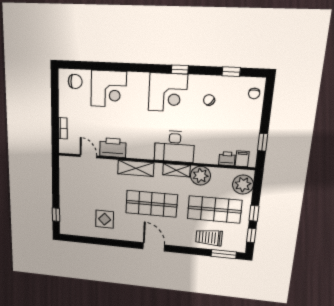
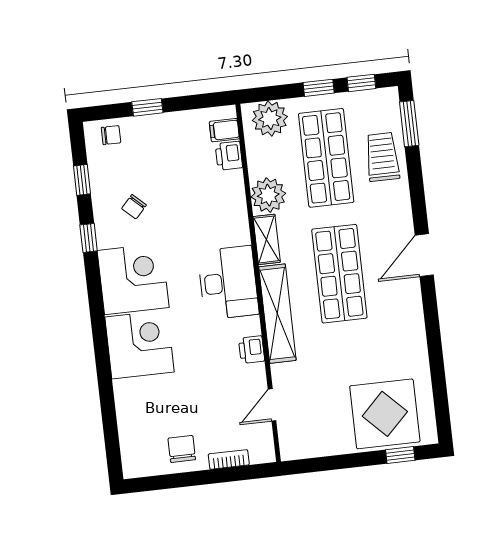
window: (180, 69) -> (89, 238), moved
chair: (75, 81) -> (182, 449), moved
corner desk: (109, 89) -> (139, 344), moved
window: (263, 142) -> (147, 107), moved
desk: (174, 147) -> (228, 283), moved
printer: (113, 148) -> (252, 350), width x0.53, depth x0.68
shelving: (136, 168) -> (277, 314), width x1.47
display table: (105, 219) -> (385, 414), moved, width x1.86, depth x1.86
trolley: (209, 237) -> (382, 157), turned 180

